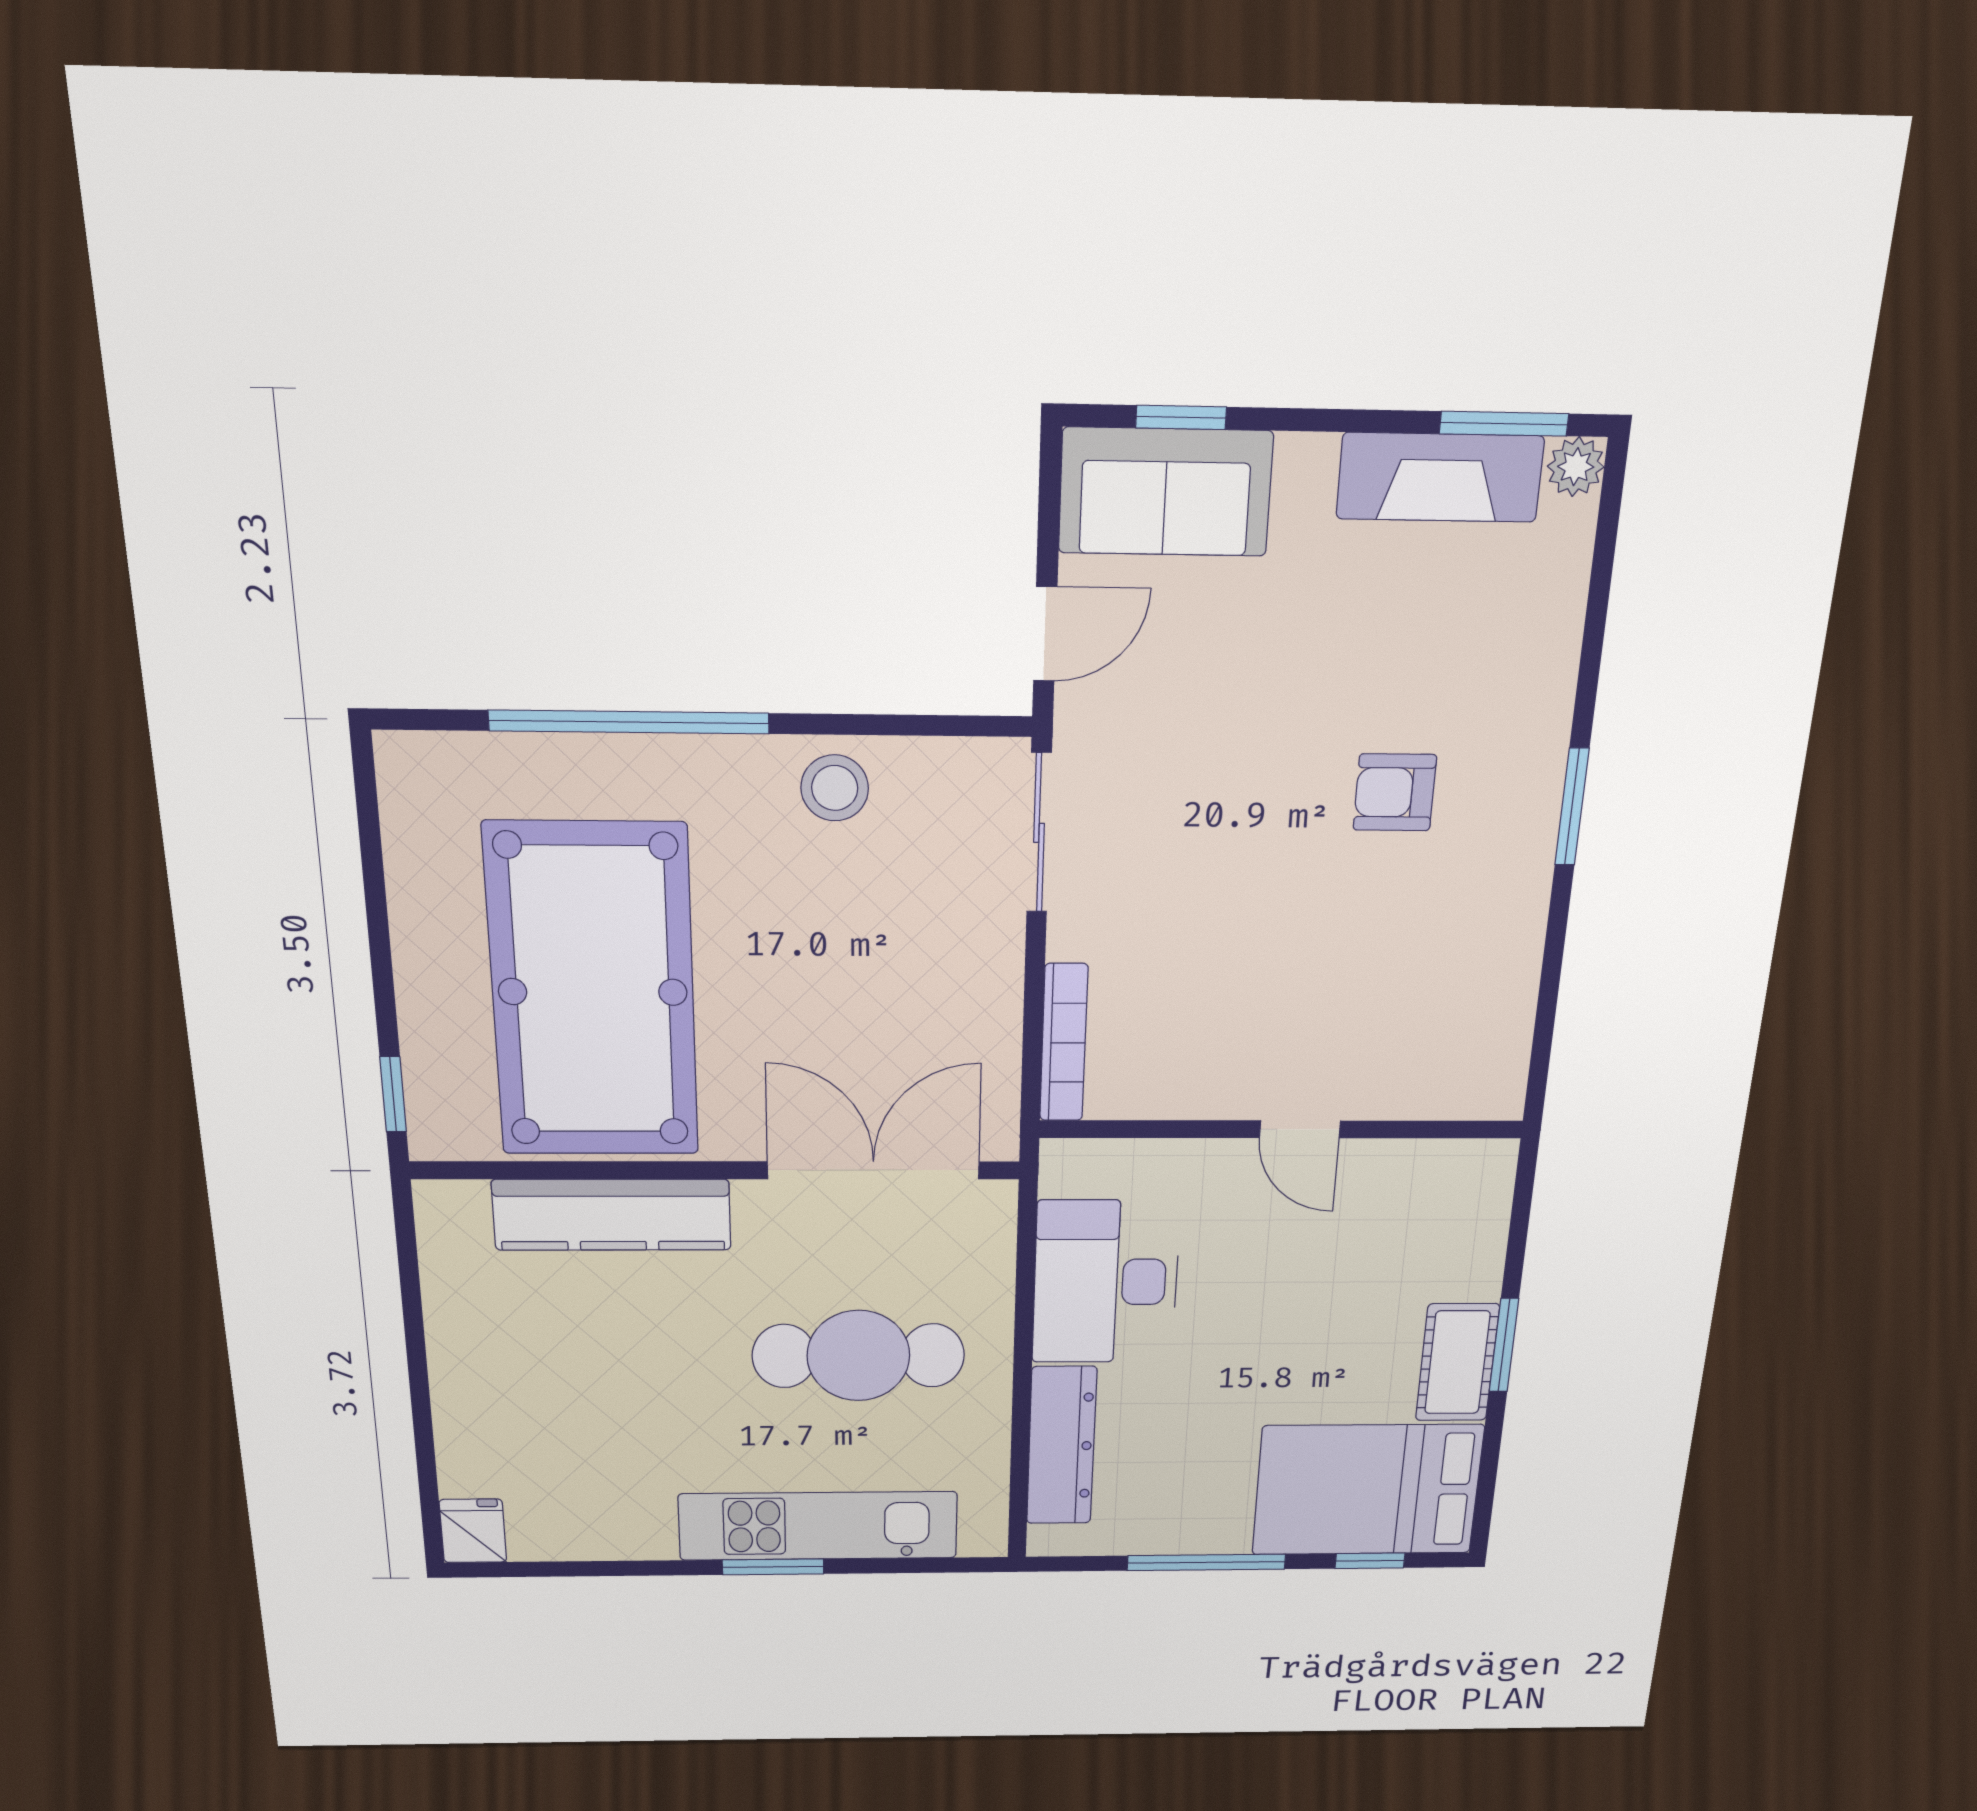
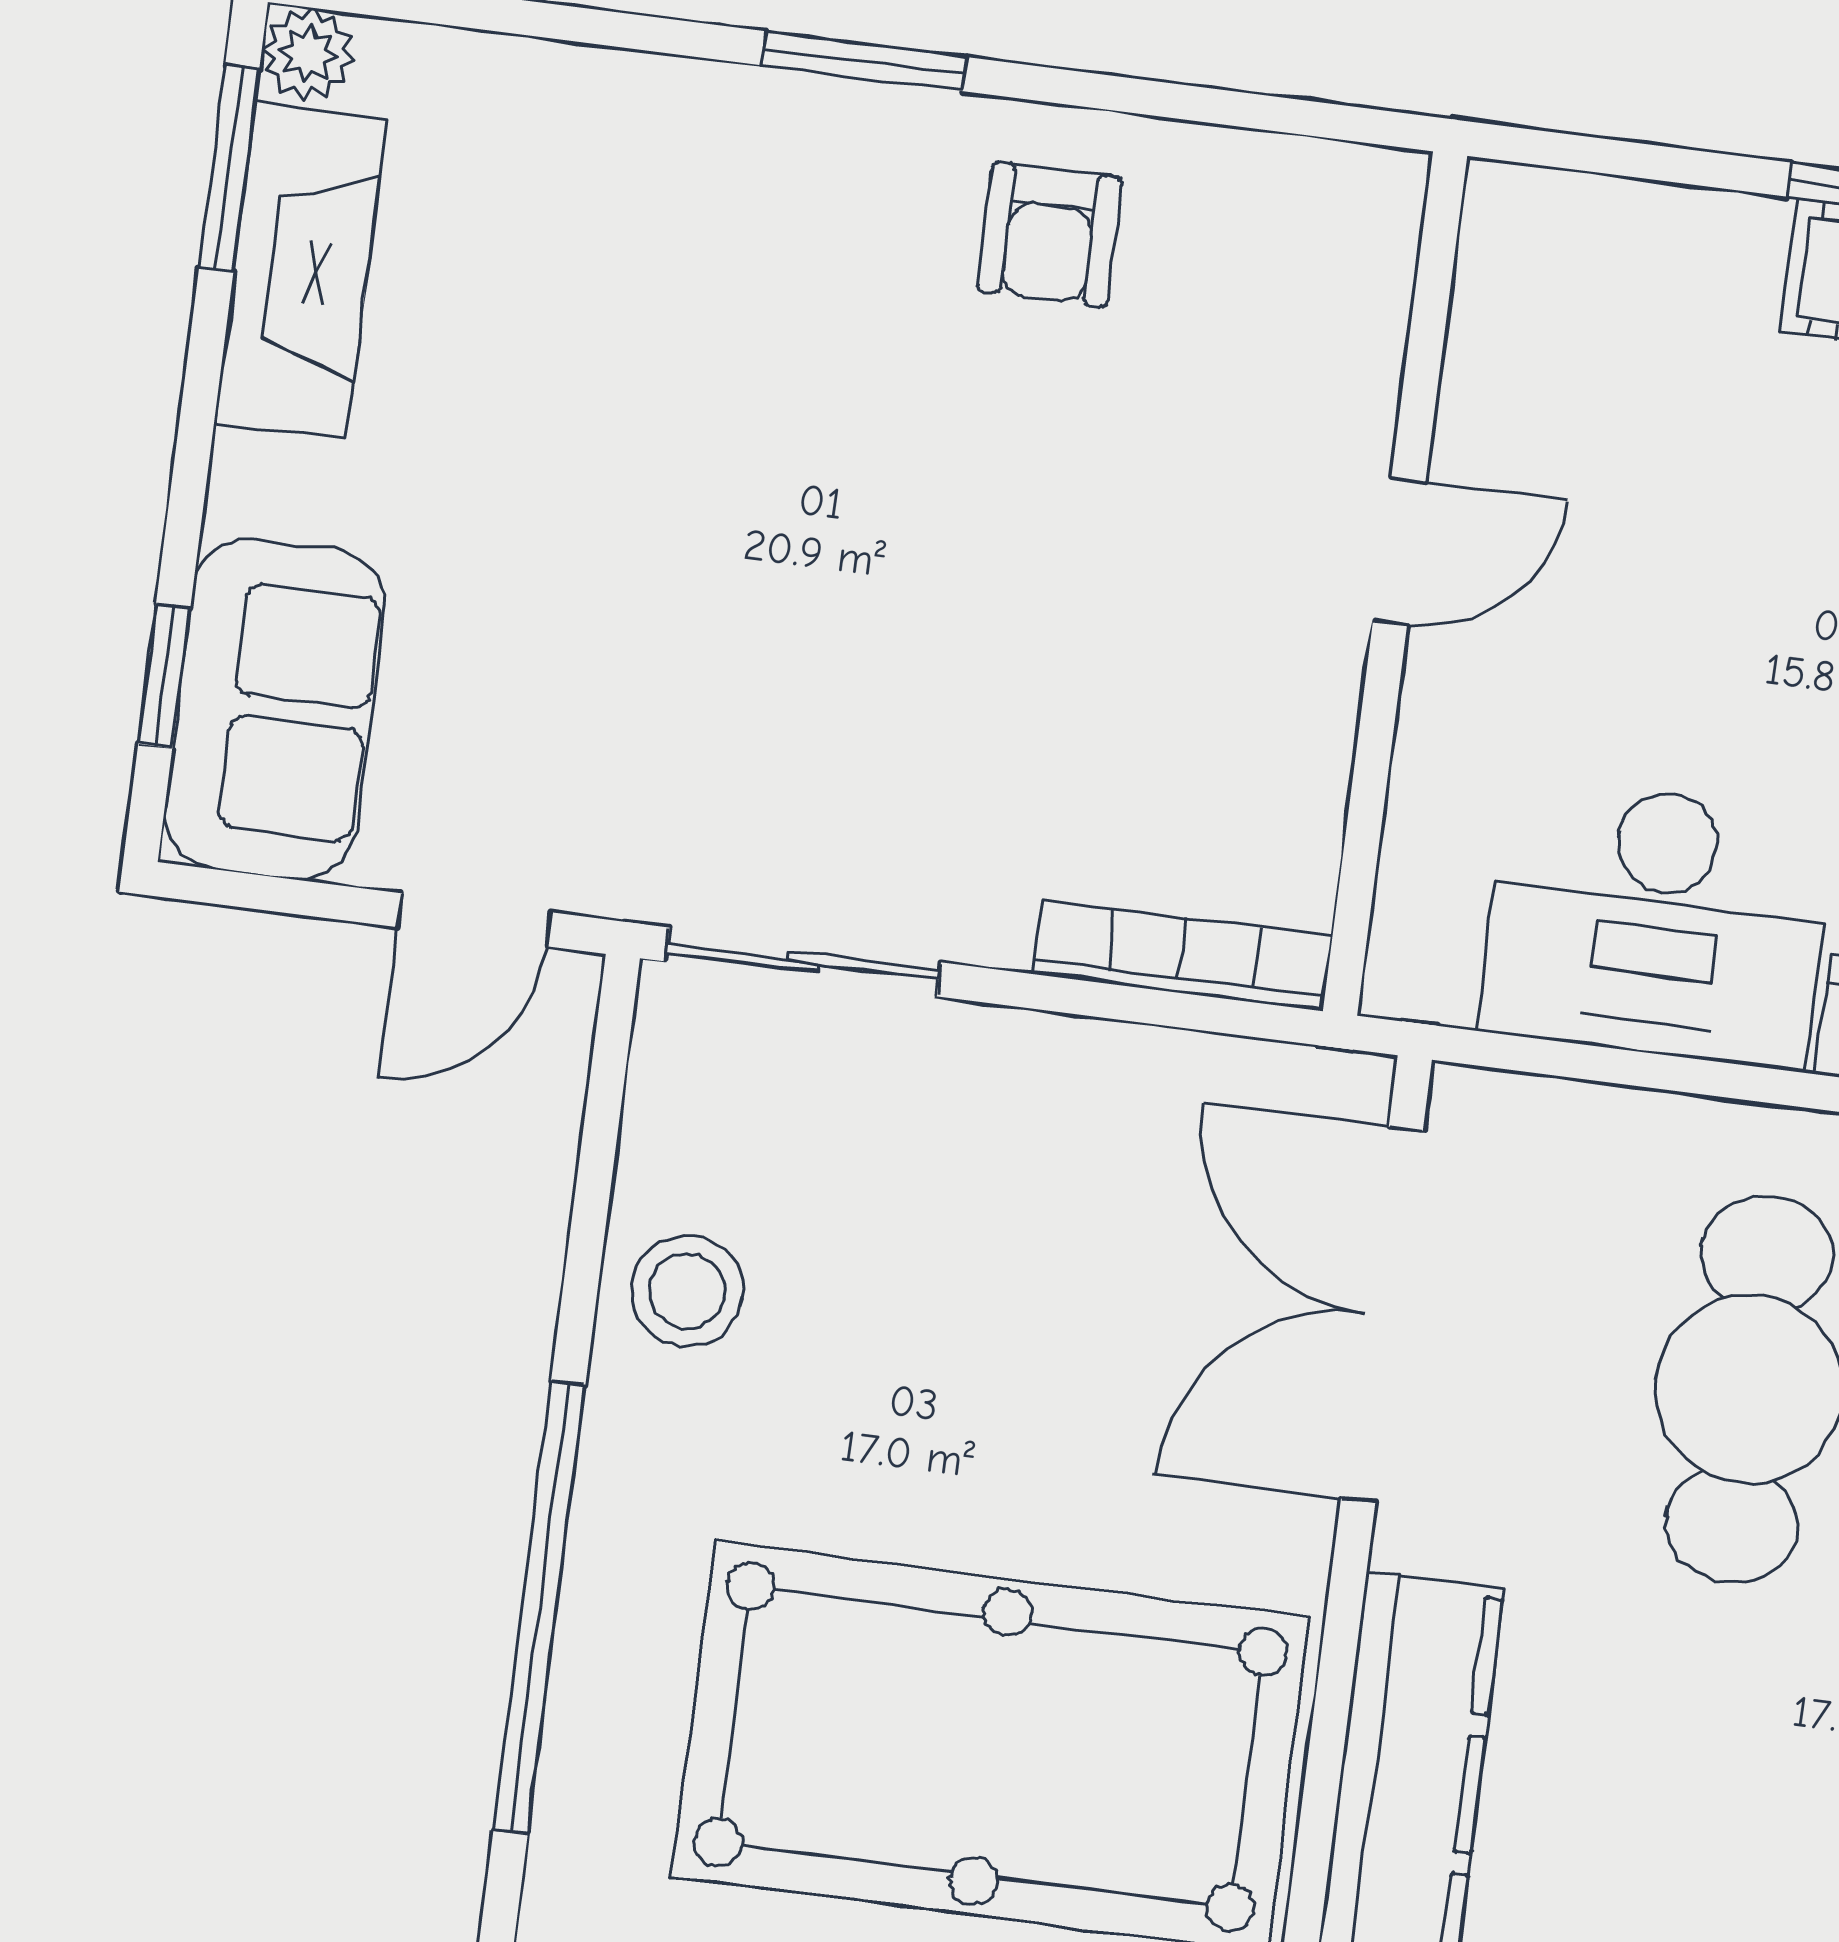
door: (1045, 634) -> (475, 920), swing flipped
armchair: (1395, 792) -> (1049, 234), moved

